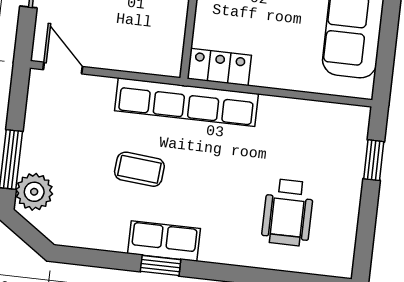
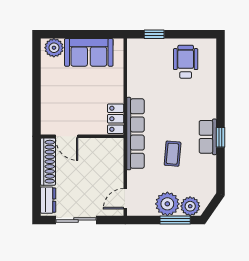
plant: (44, 148) -> (167, 204), added
wheelchair: (288, 212) -> (186, 62), moved, turned -90

